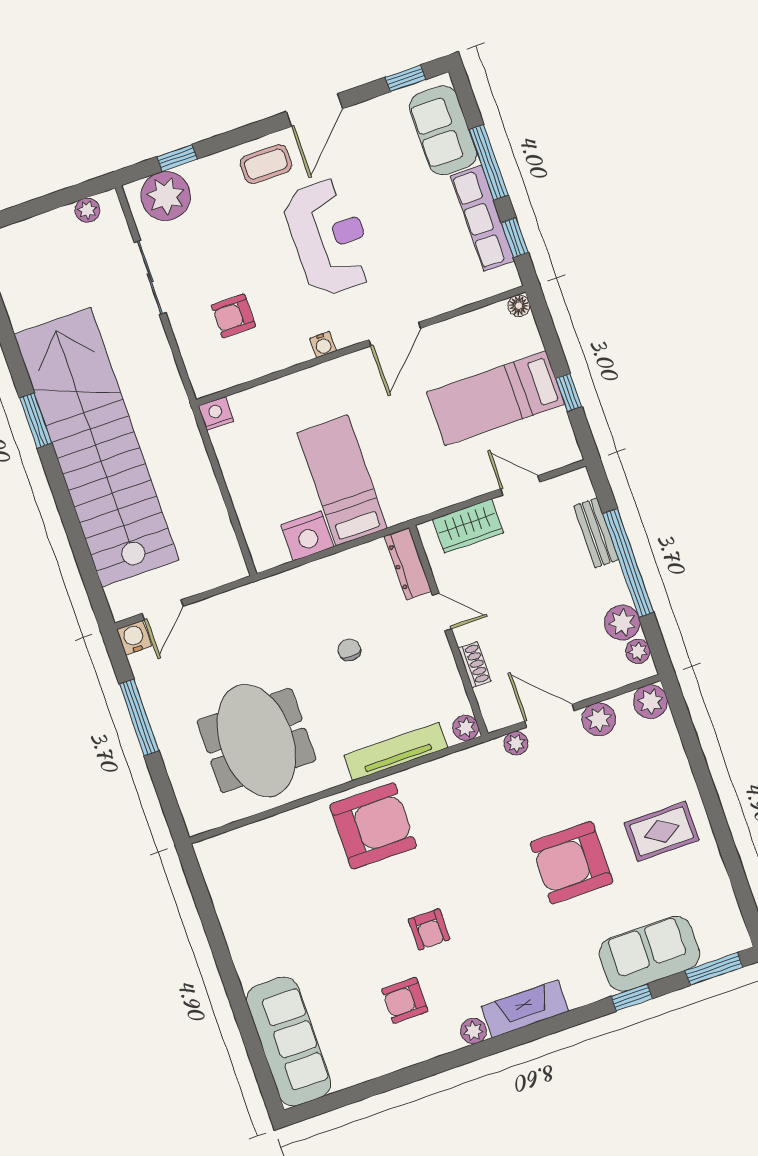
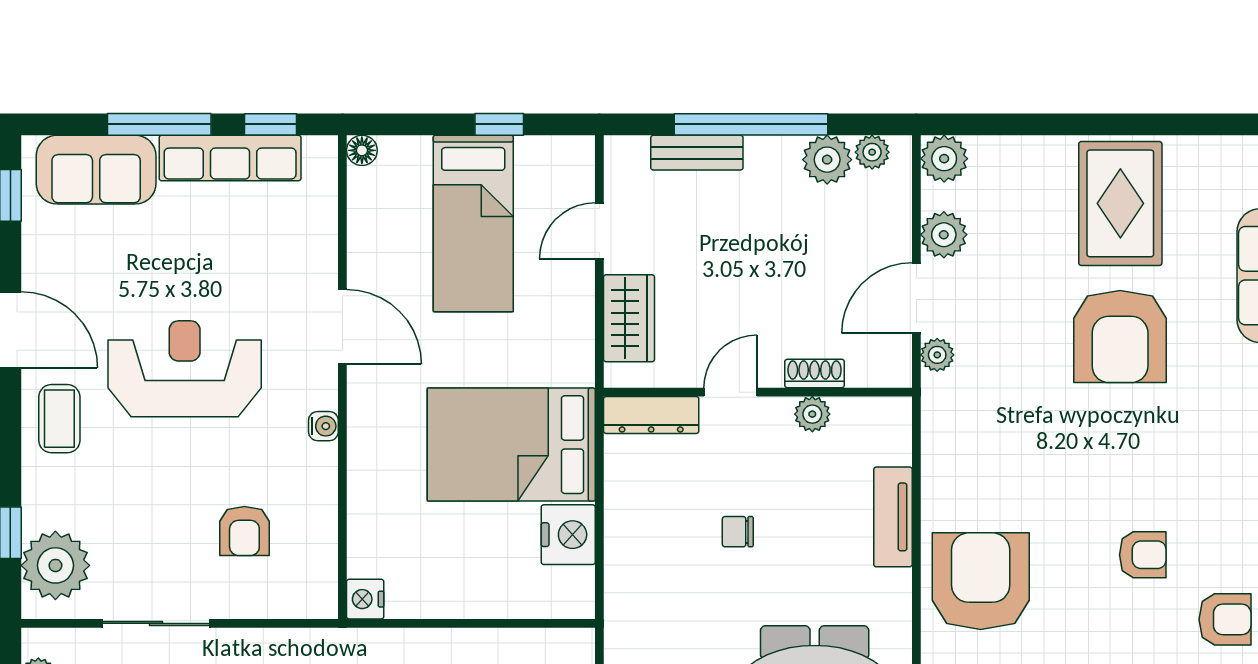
bed: (342, 480) -> (511, 445), width x1.50
plant: (466, 728) -> (812, 414), moved
tv unit: (396, 751) -> (893, 517), width x0.71
rug: (662, 831) -> (1120, 203), width x1.36, depth x1.43
armchair: (405, 1000) -> (1225, 619), turned -90

